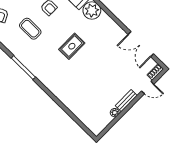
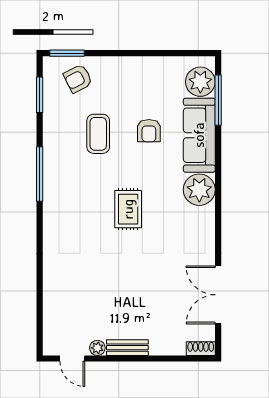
rug: (72, 46) -> (128, 209), turned 90
door: (148, 88) -> (72, 359), moved

